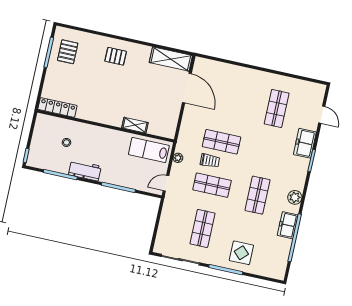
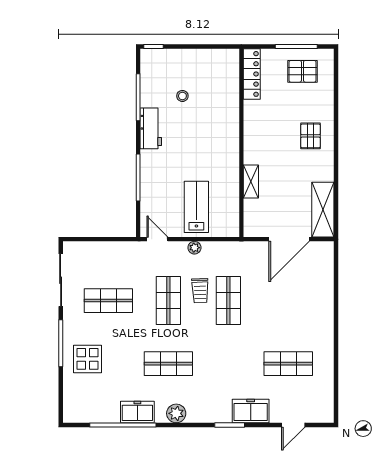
locker: (57, 107) -> (252, 74), moved
shelving: (135, 125) -> (251, 181), moved
wall: (106, 126) -> (241, 143), moved

